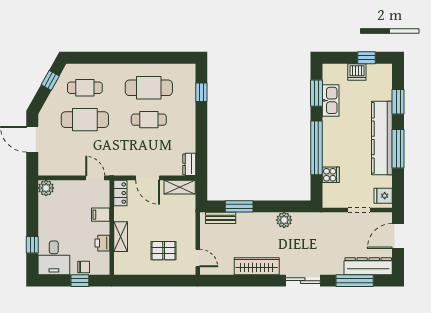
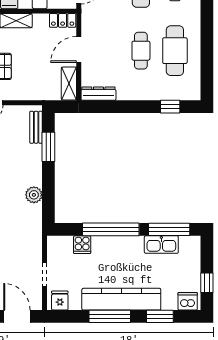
dishwasher: (357, 72) -> (188, 301), moved, turned 90
window: (316, 93) -> (169, 229), width x1.44
dresser: (189, 164) -> (98, 94), width x1.44

